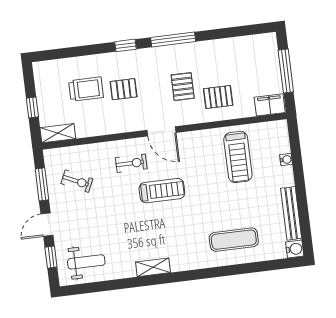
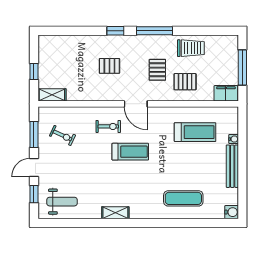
trolley: (86, 89) -> (191, 48), moved
treadmill: (238, 157) -> (195, 132), turned -90
bench: (291, 213) -> (232, 166), moved

